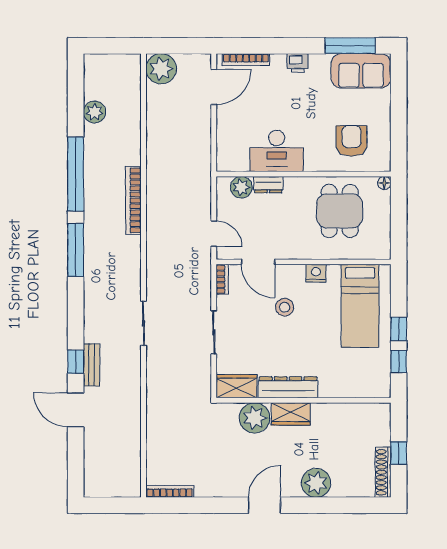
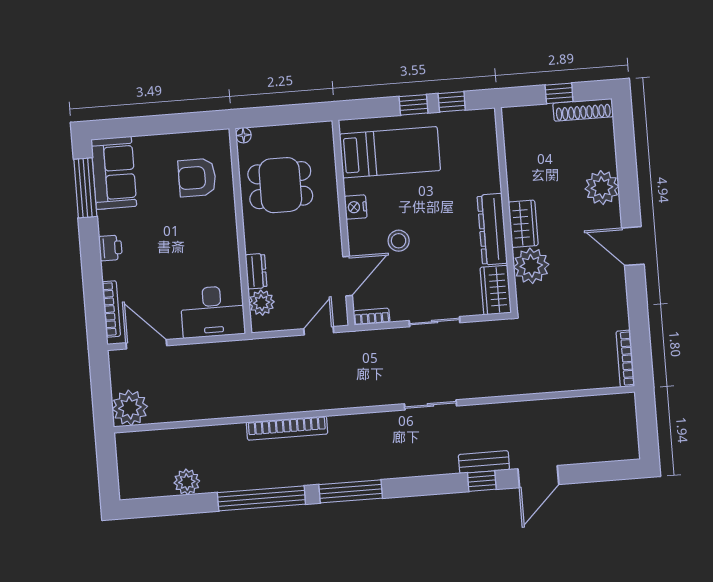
desk: (277, 151) -> (213, 312), moved, turned 90

